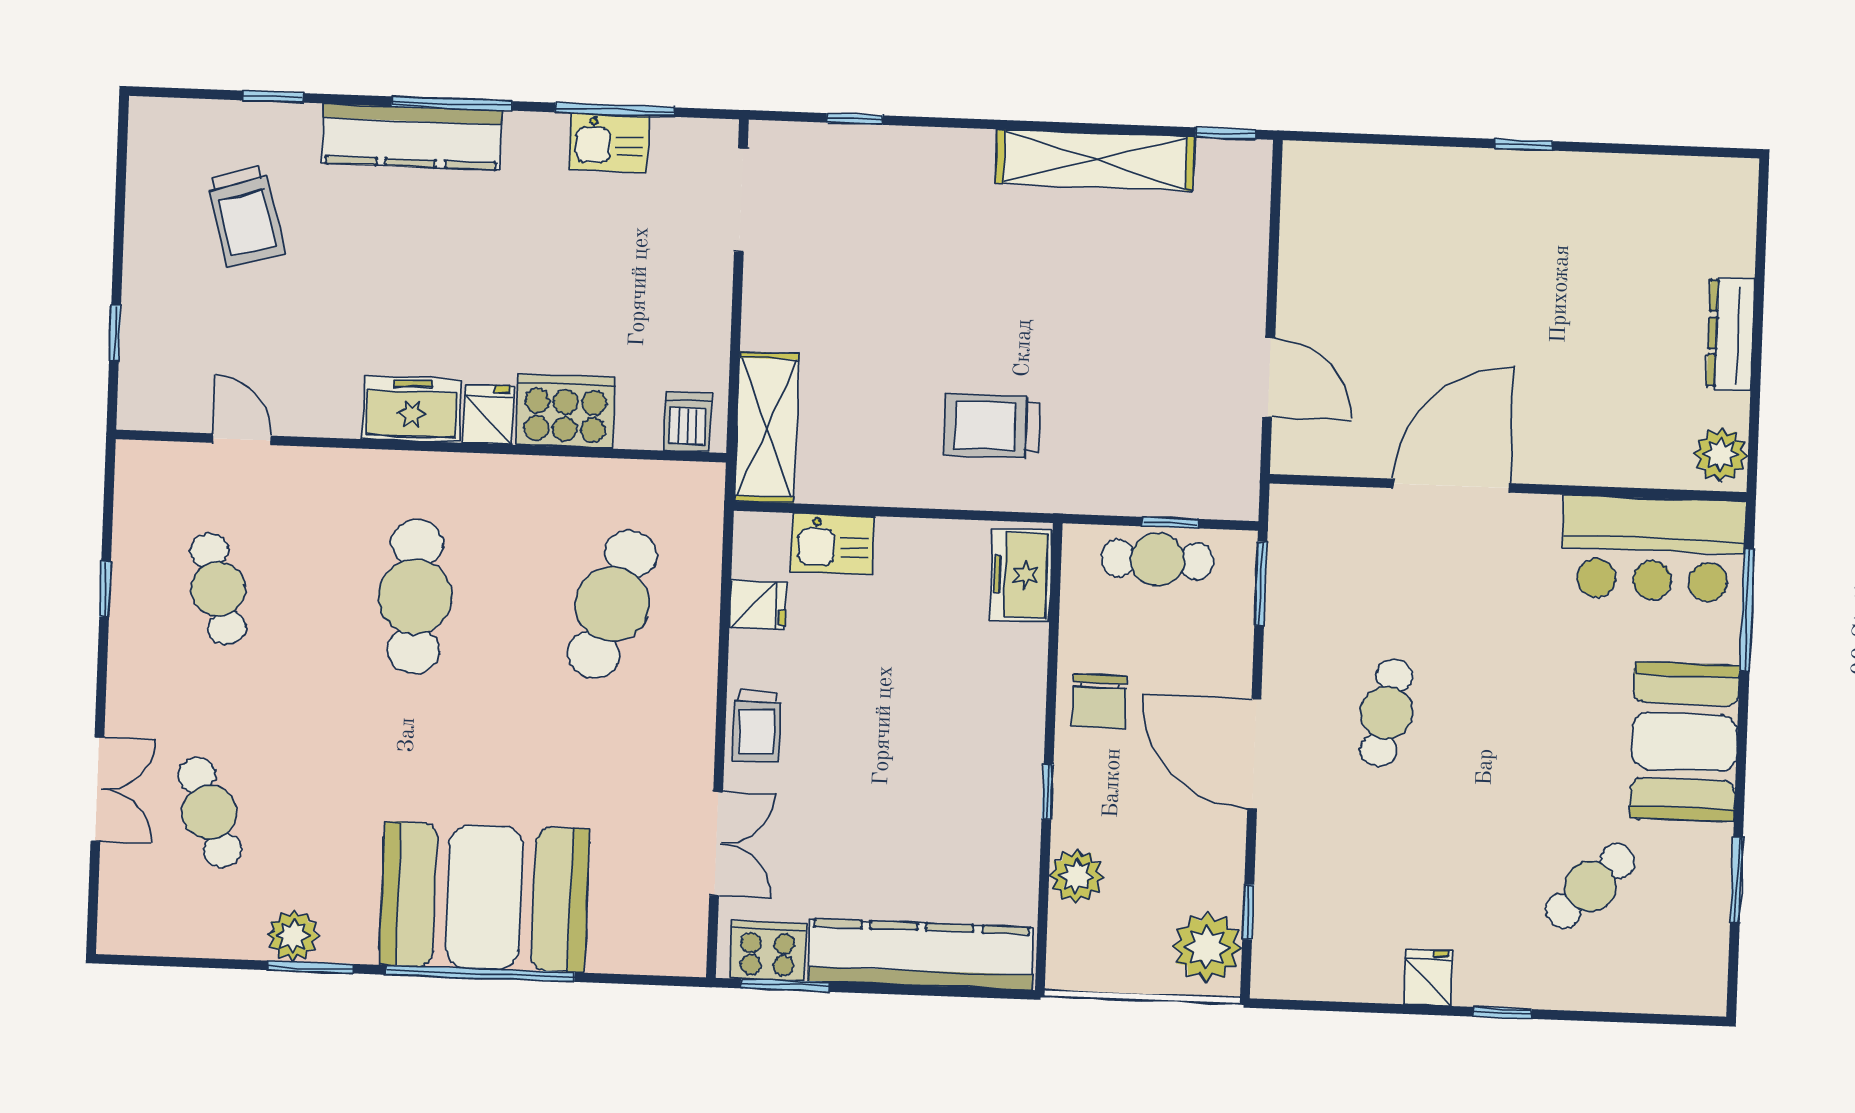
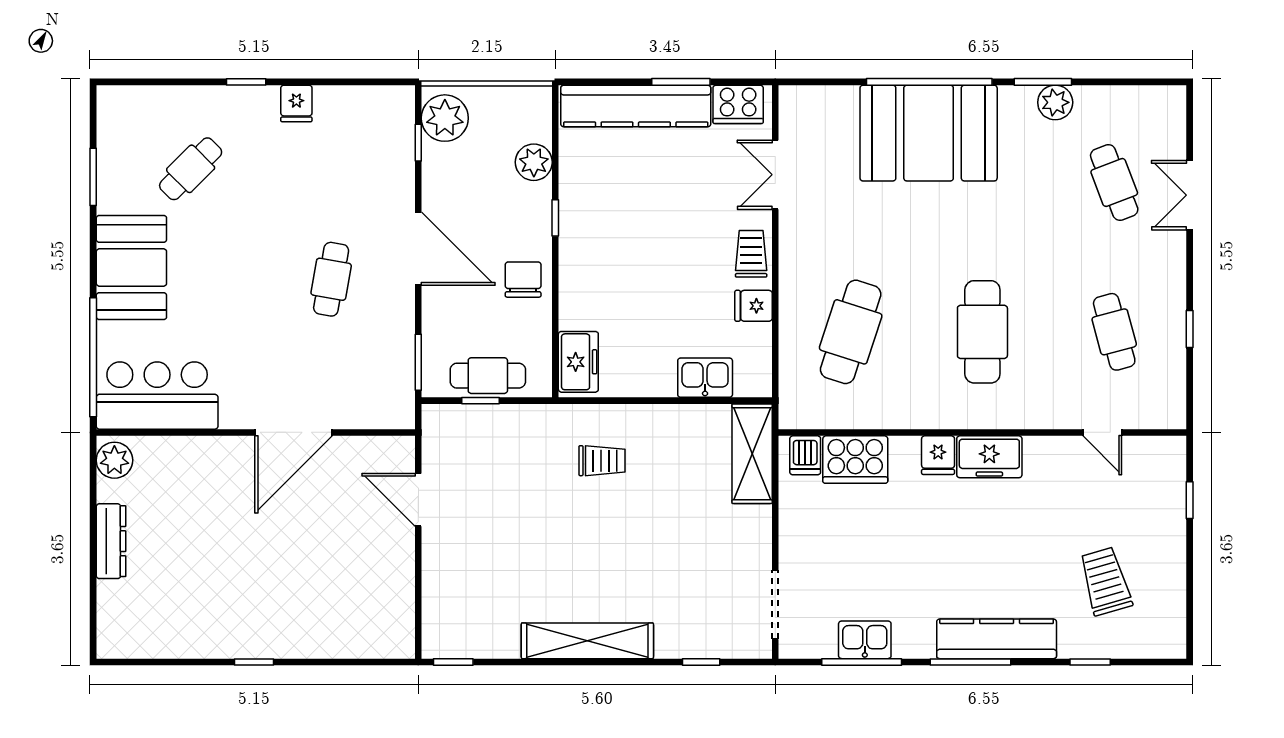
shelving: (1095, 160) -> (587, 641), moved
cooker: (565, 411) -> (855, 459), moved
trolley: (992, 426) -> (602, 461), width x0.73, depth x0.72
fridge: (758, 605) -> (754, 306), moved
window: (1747, 610) -> (93, 357), width x1.46
window: (785, 985) -> (681, 82), moved

